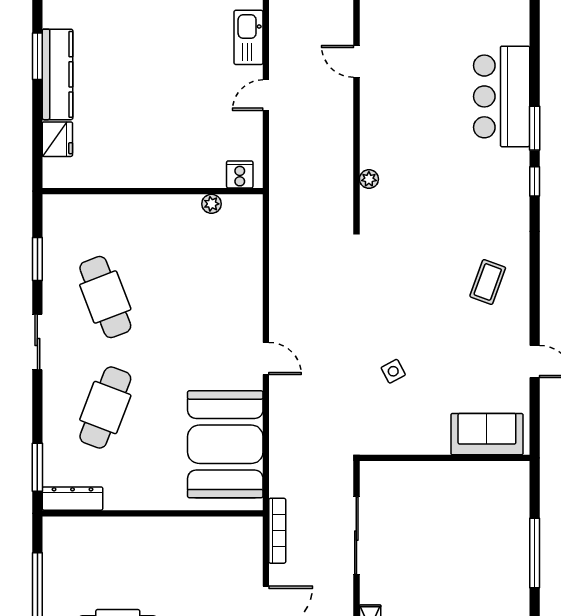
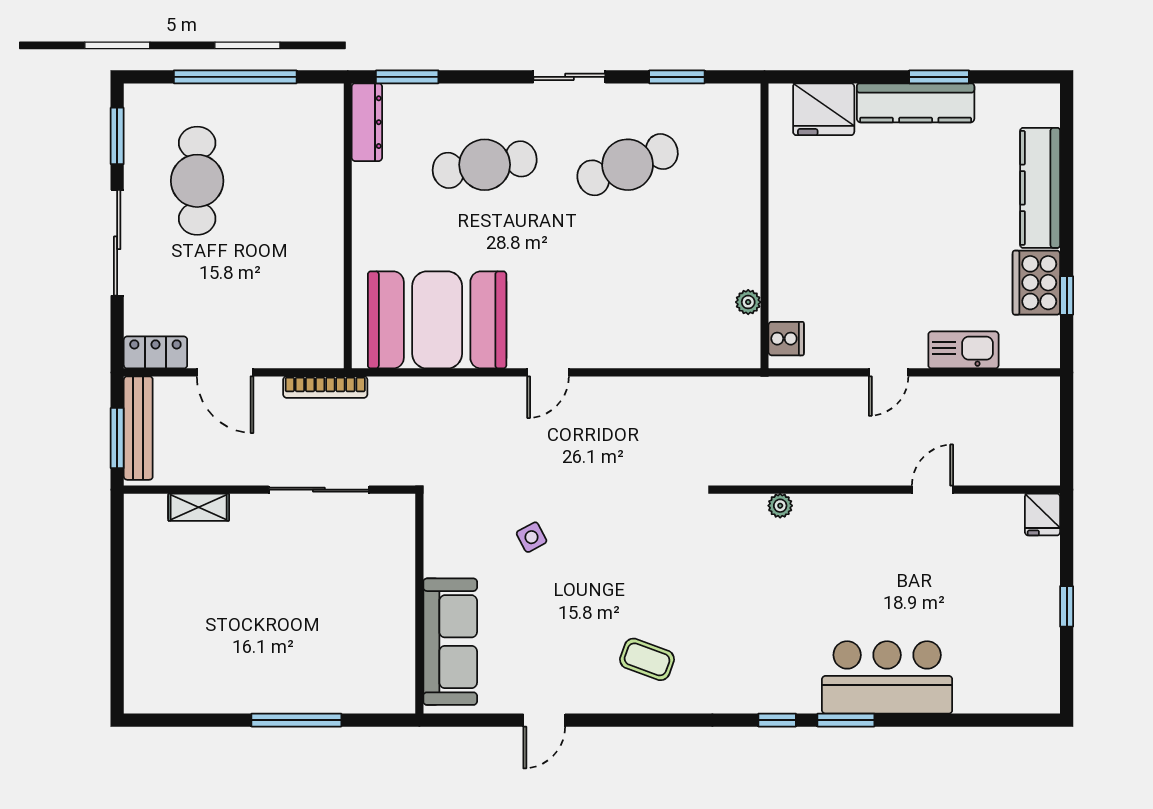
door: (266, 95) -> (889, 372), swing flipped
fridge: (57, 139) -> (824, 109), width x1.36, depth x1.34
cafe table: (105, 408) -> (485, 165), turned -30
sofa: (487, 434) -> (450, 642), width x1.36

